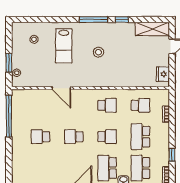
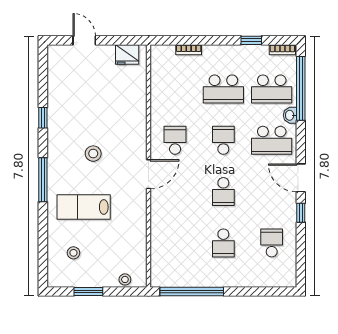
window: (93, 19) -> (43, 180), moved
shelving: (152, 29) -> (58, 71), removed
lab bench: (64, 46) -> (84, 207), turned 180
window: (9, 63) -> (88, 292), moved
door: (61, 88) -> (149, 174), moved
school desk: (140, 105) -> (272, 243), moved

